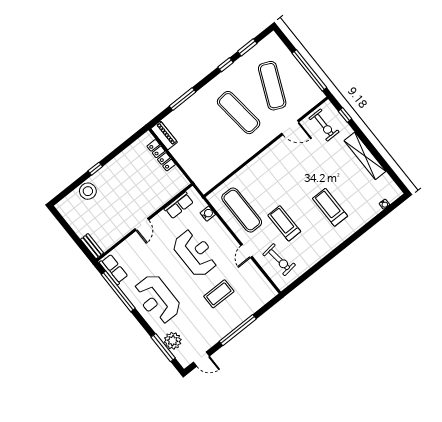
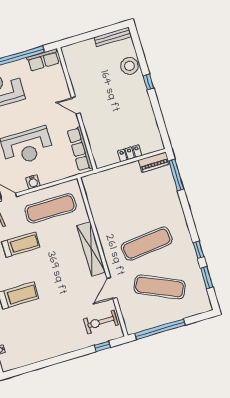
window: (182, 99) -> (176, 175), moved
locker: (161, 155) -> (130, 153), width x0.66
shelving: (365, 156) -> (91, 249), moved, turned 90
row of seats: (179, 205) -> (80, 149), width x1.48
water cooler: (208, 214) -> (33, 182), moved
bench: (92, 246) -> (113, 37), moved, width x1.36

